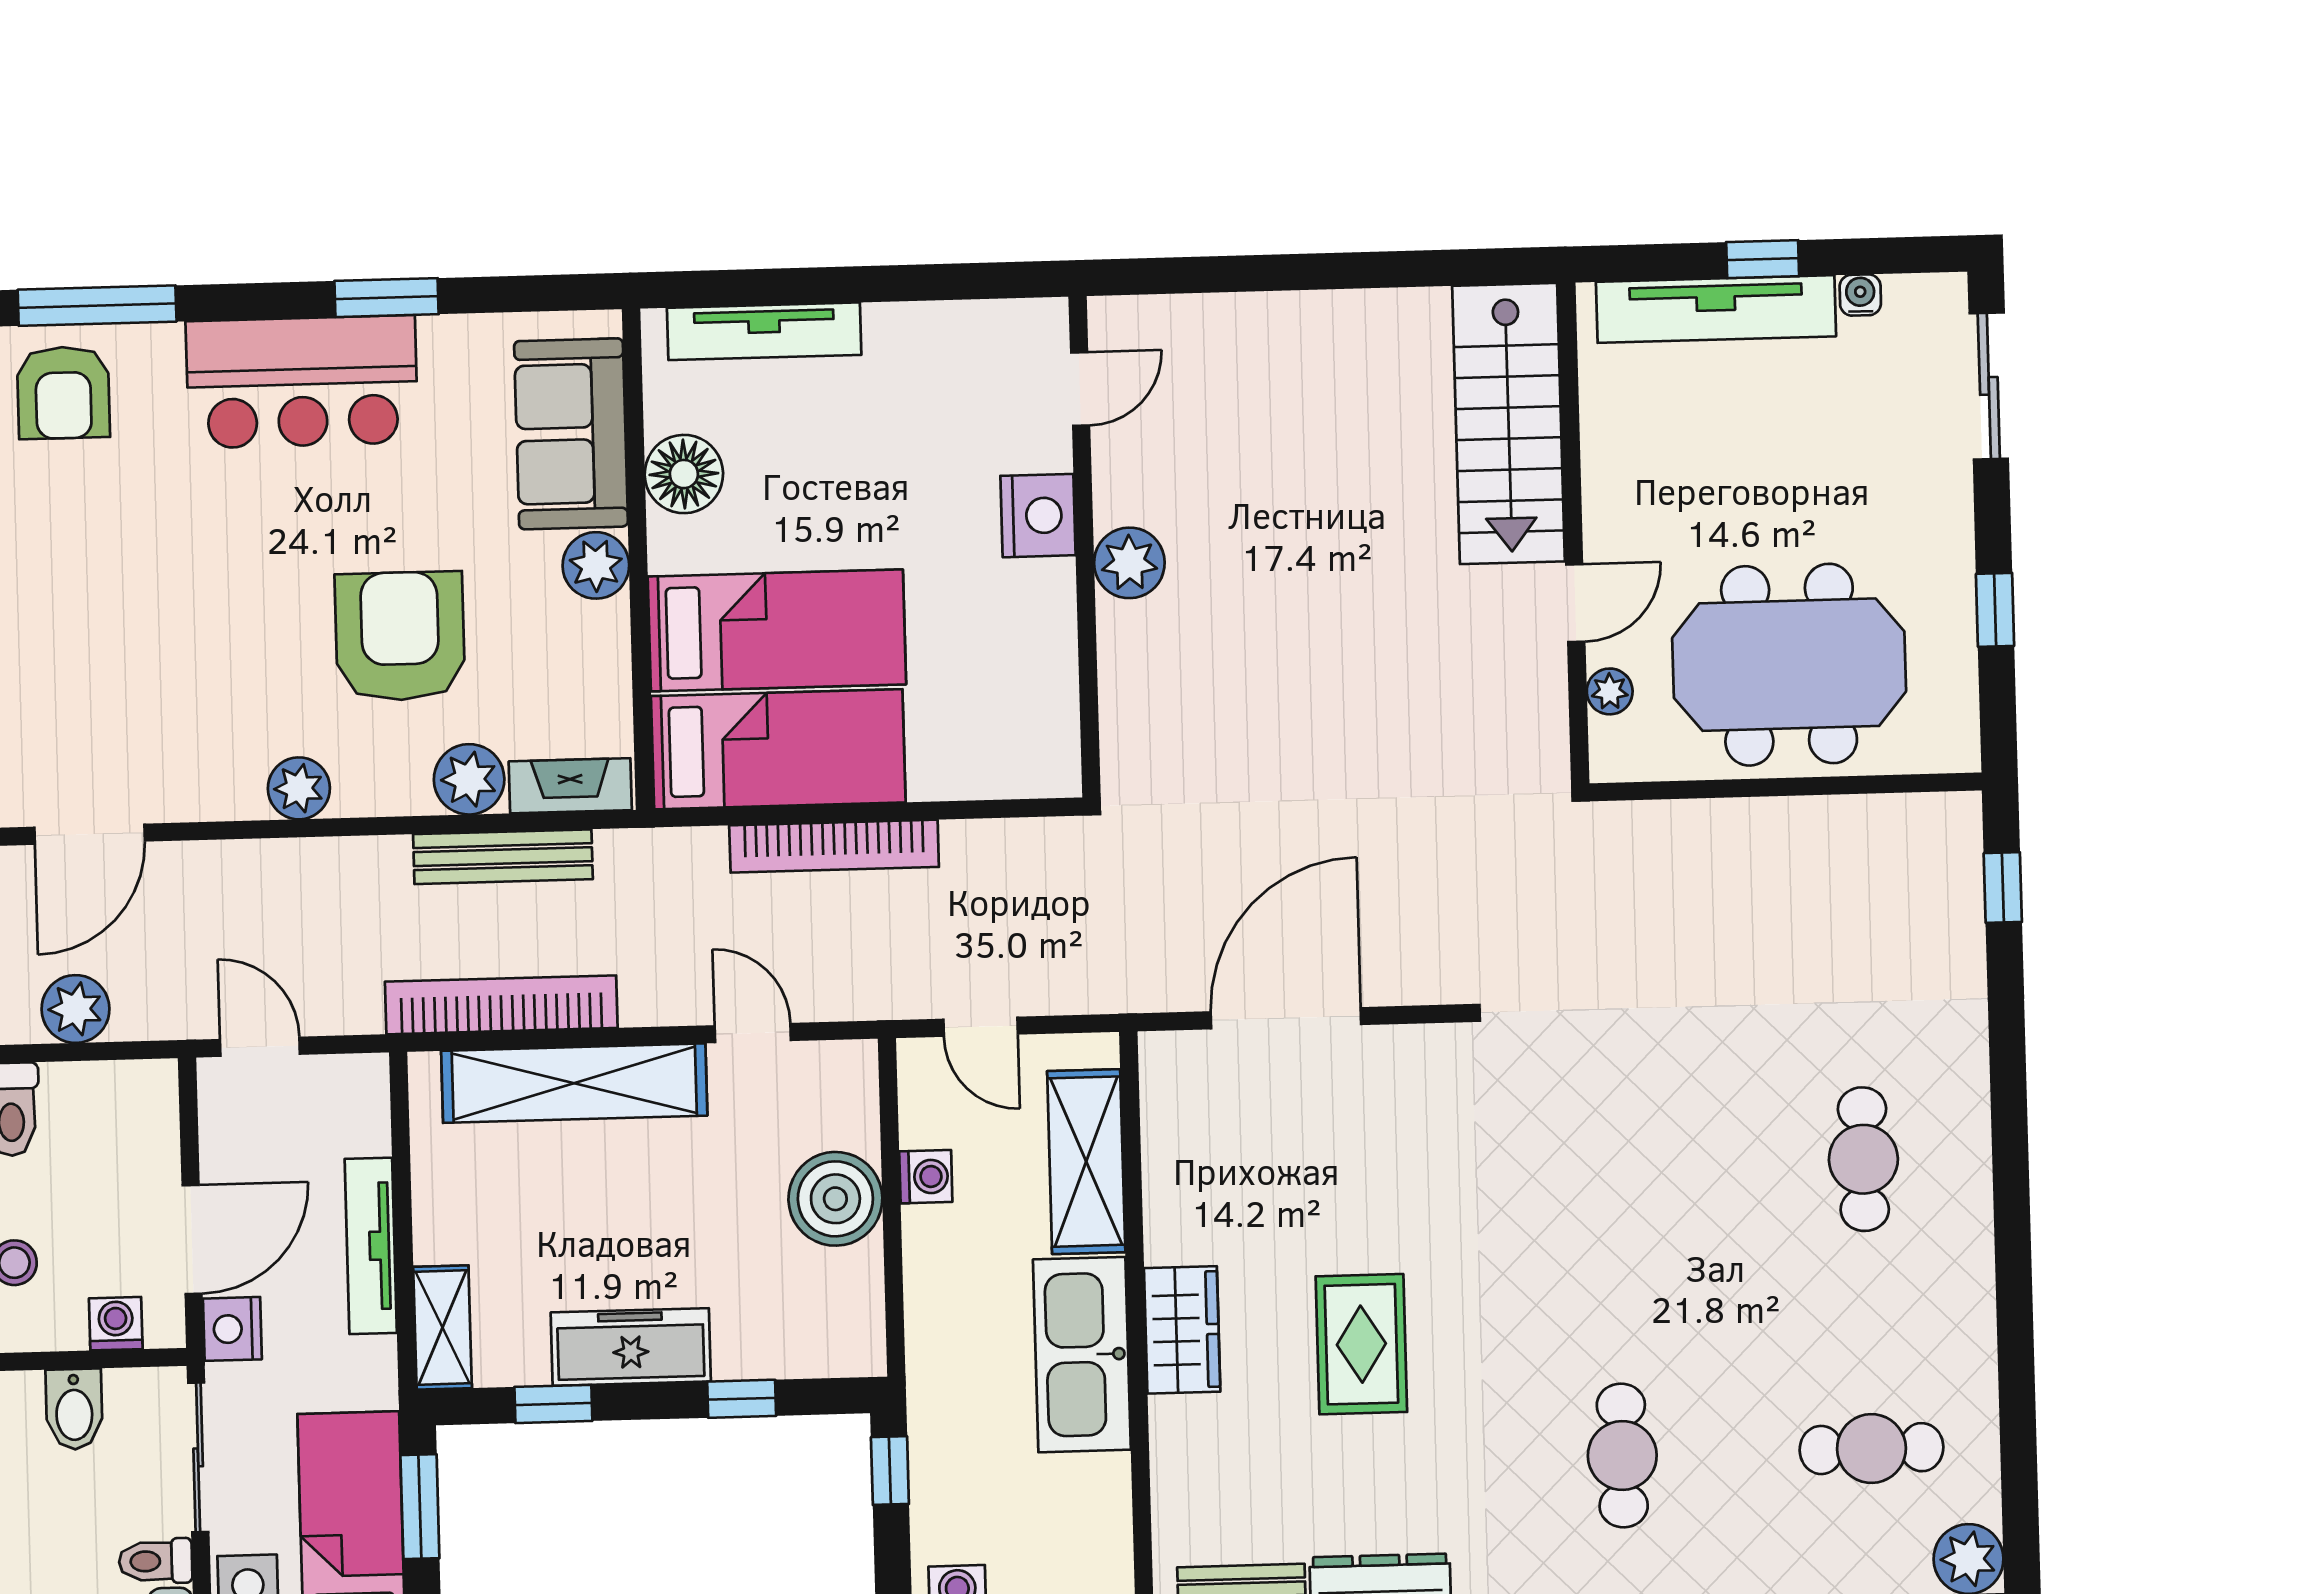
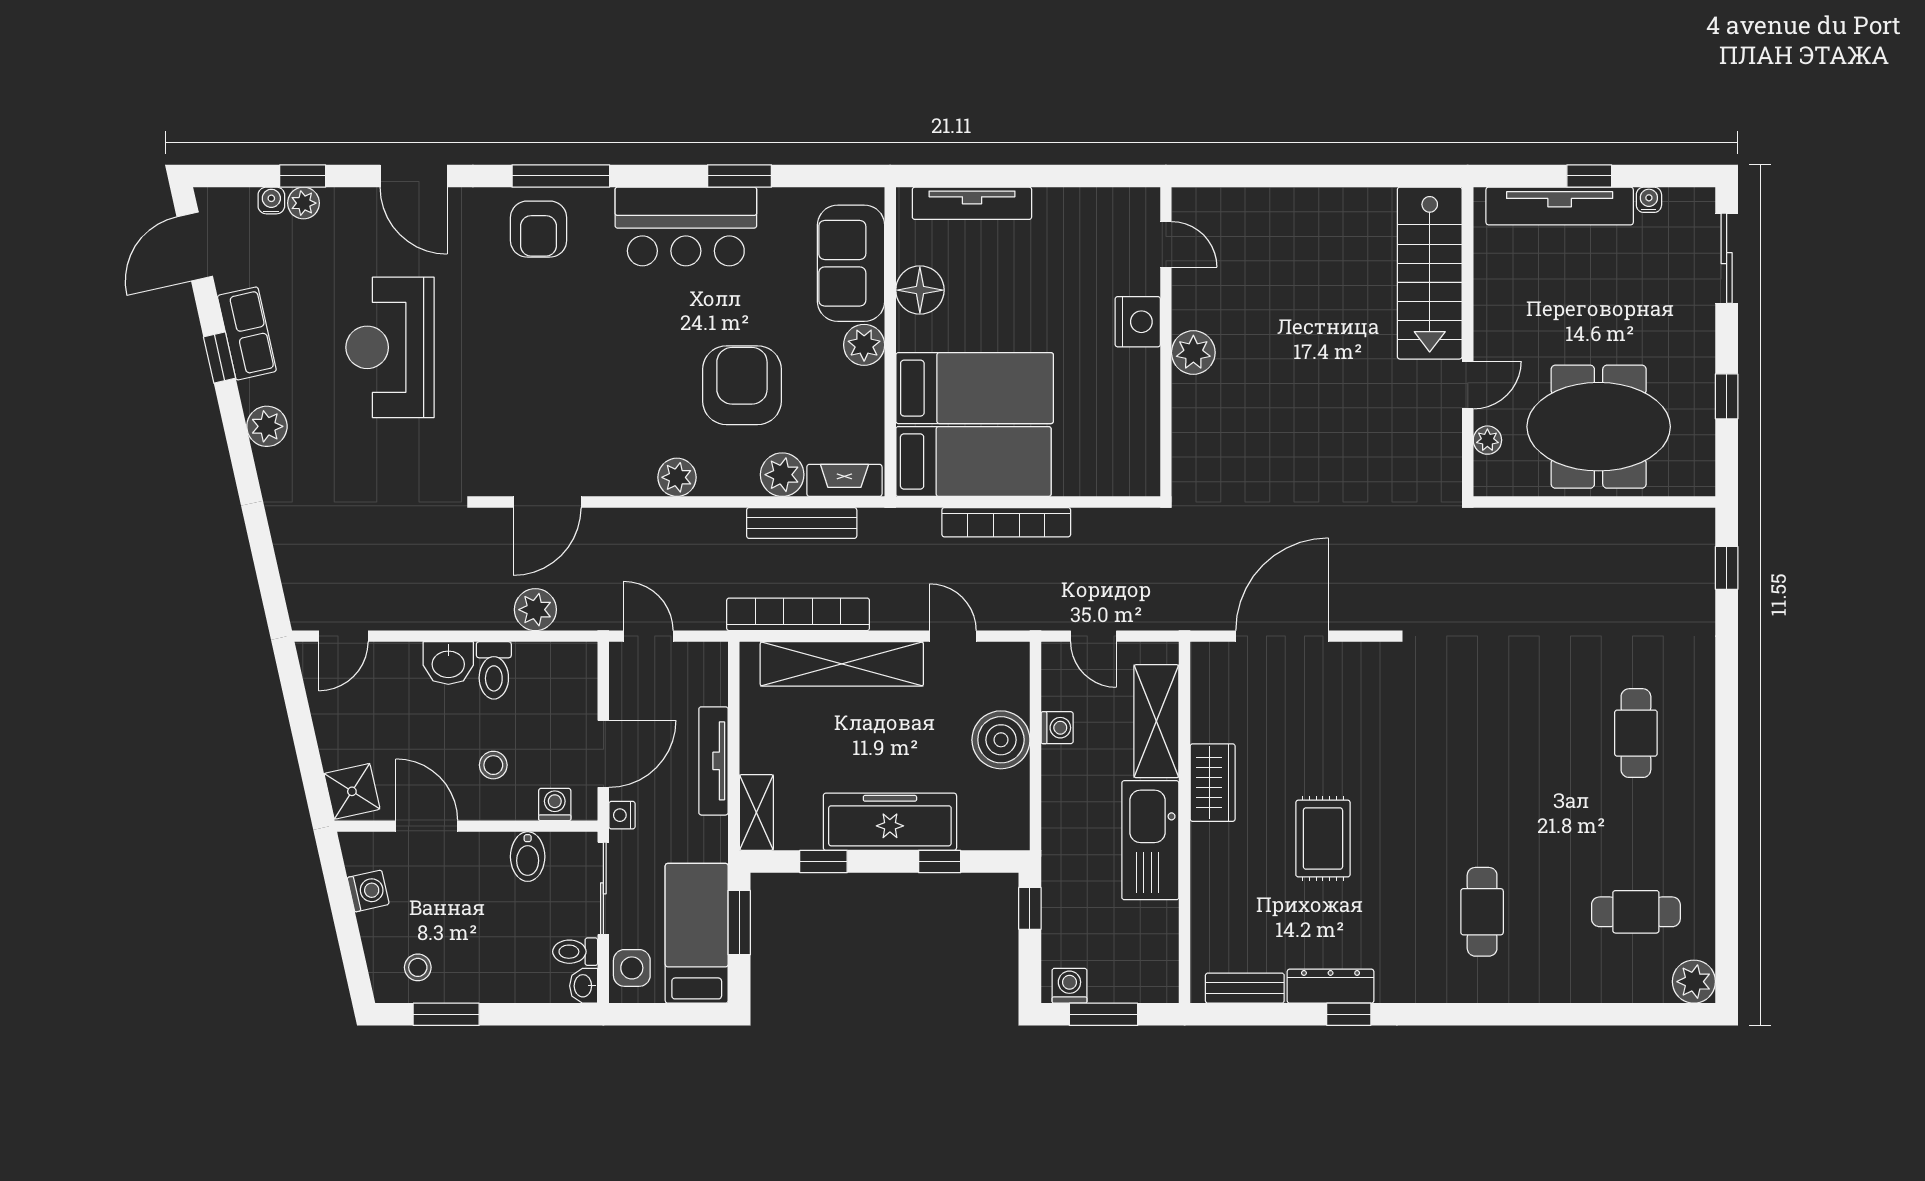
door: (1080, 389) -> (1166, 244), hinge flipped
nightstand: (232, 1329) -> (622, 815), width x0.72, depth x0.74
wardrobe: (1182, 1330) -> (1213, 783), moved
freezer: (631, 1347) -> (890, 822), width x1.36, depth x1.26

